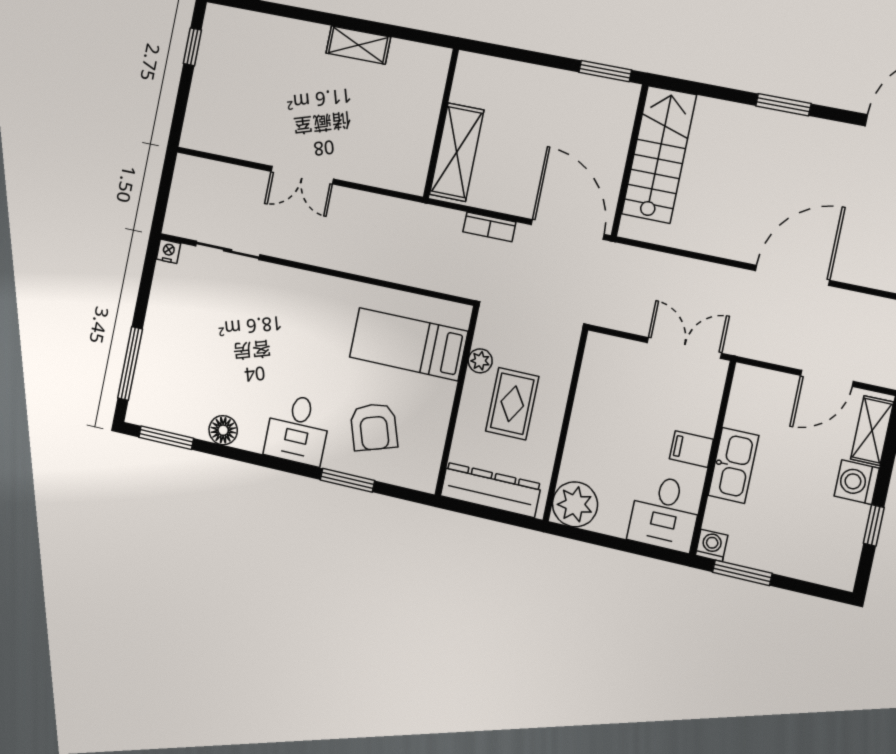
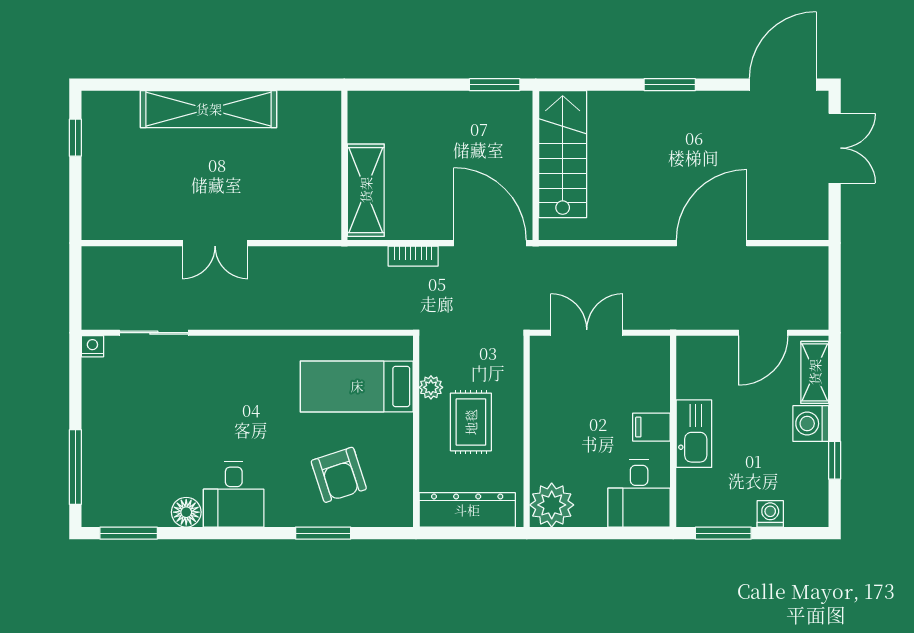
shelving: (358, 45) -> (209, 109), width x2.20, depth x1.33
double door: (684, 348) -> (587, 333), moved
desk: (298, 429) -> (234, 494), moved
washing machine: (712, 545) -> (770, 514), moved

